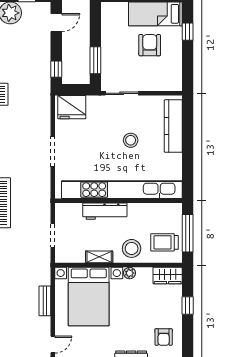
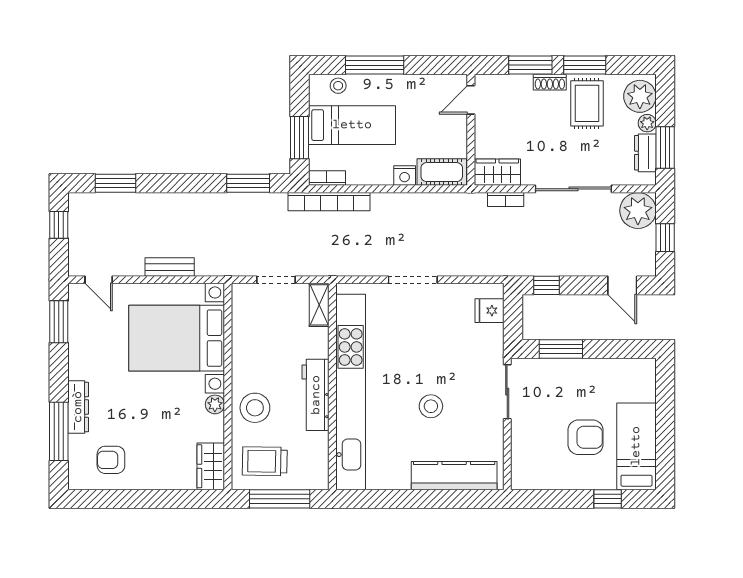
fridge: (72, 107) -> (490, 311), width x0.53, depth x0.75
workbench: (105, 211) -> (316, 395), moved
trolley: (164, 242) -> (265, 461), turned -89
shelving: (99, 257) -> (319, 305), moved
window: (188, 306) -> (162, 499), removed

